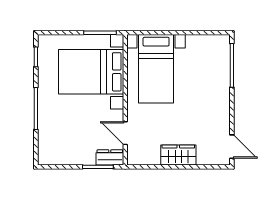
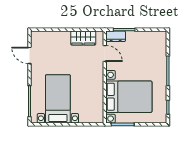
bed with nightstands: (156, 69) -> (58, 99), moved
door: (232, 147) -> (30, 55), moved
wardrobe: (178, 155) -> (83, 38), moved

